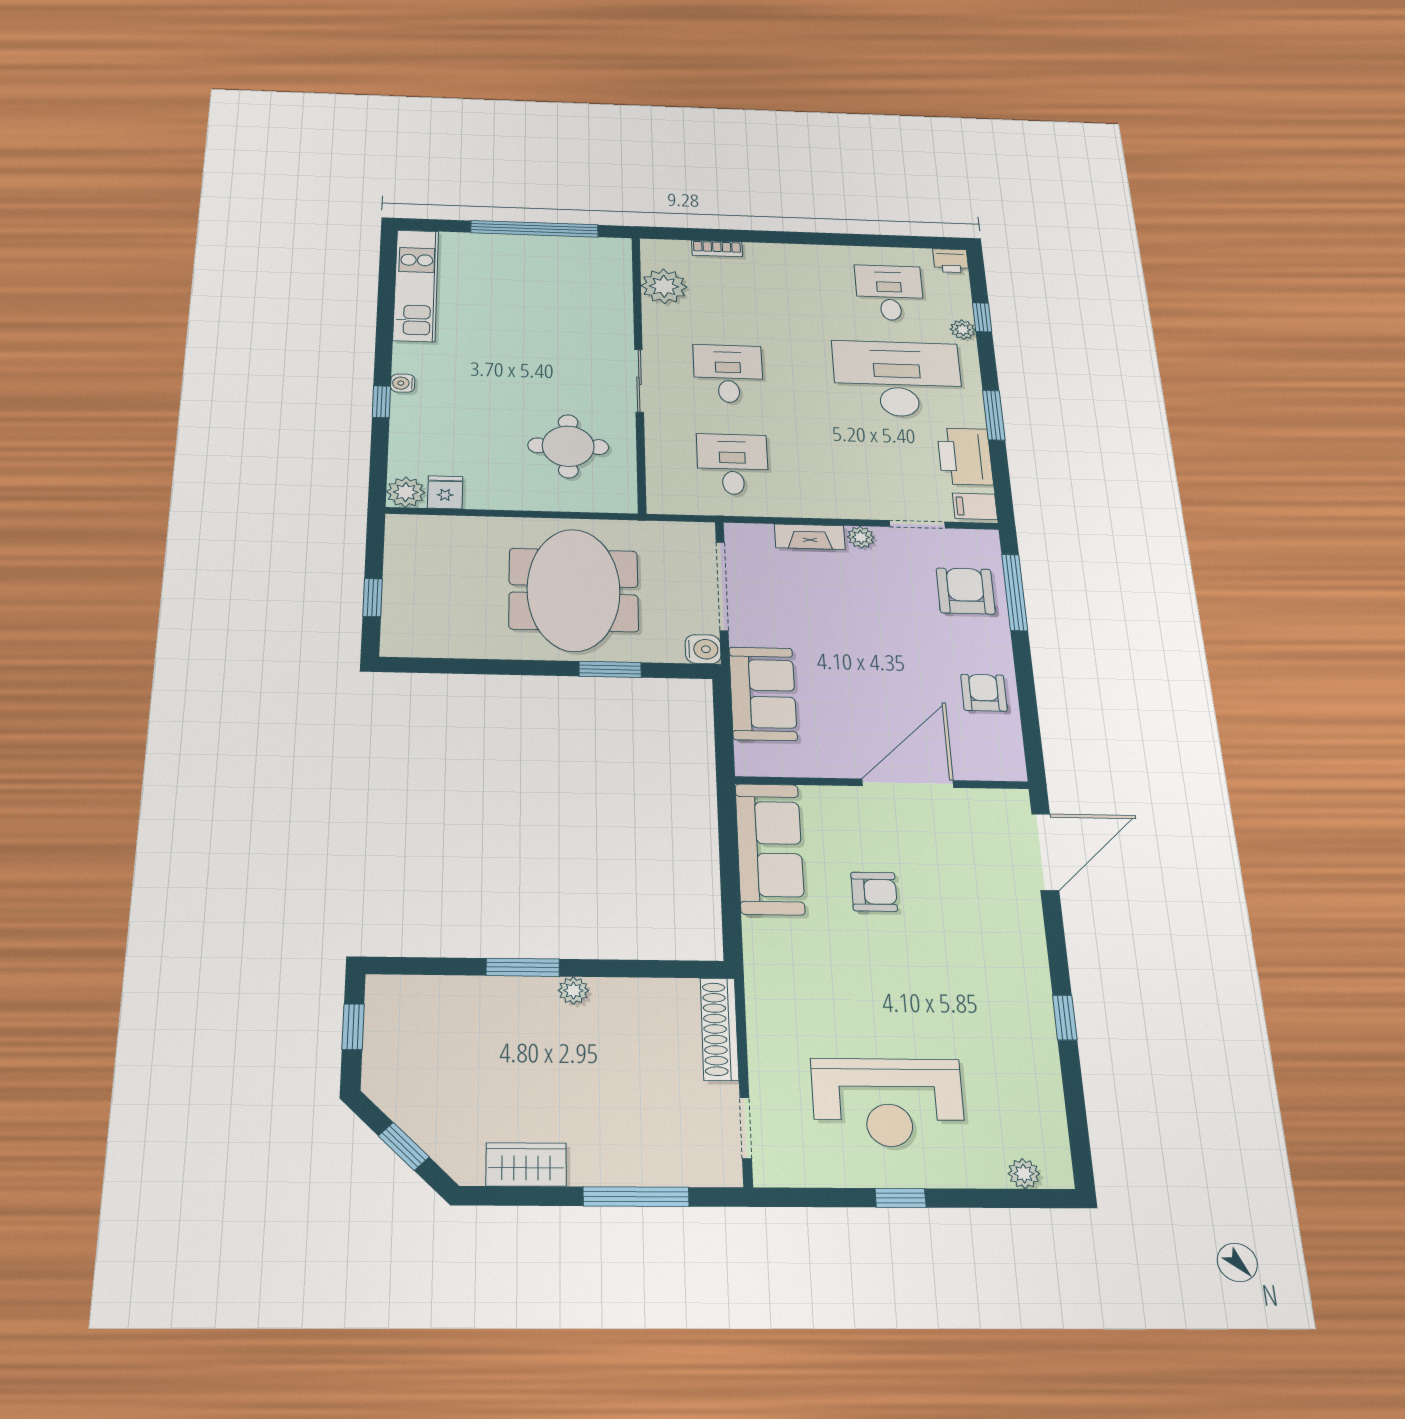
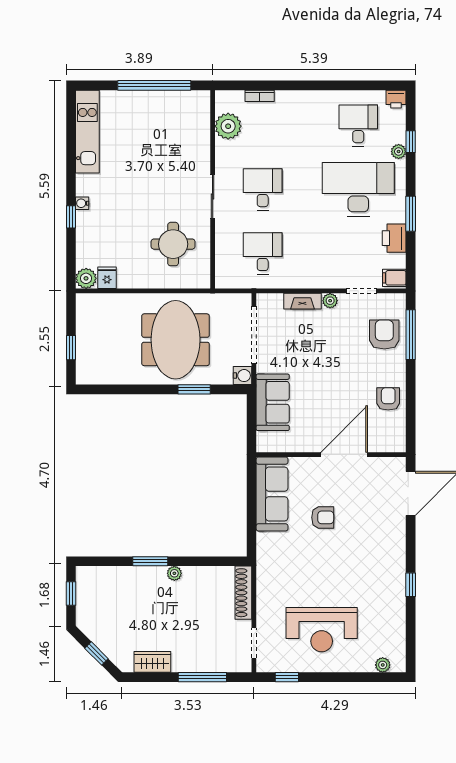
printer: (965, 456) -> (394, 238), width x0.73, depth x0.84
window: (900, 1198) -> (287, 677), moved

